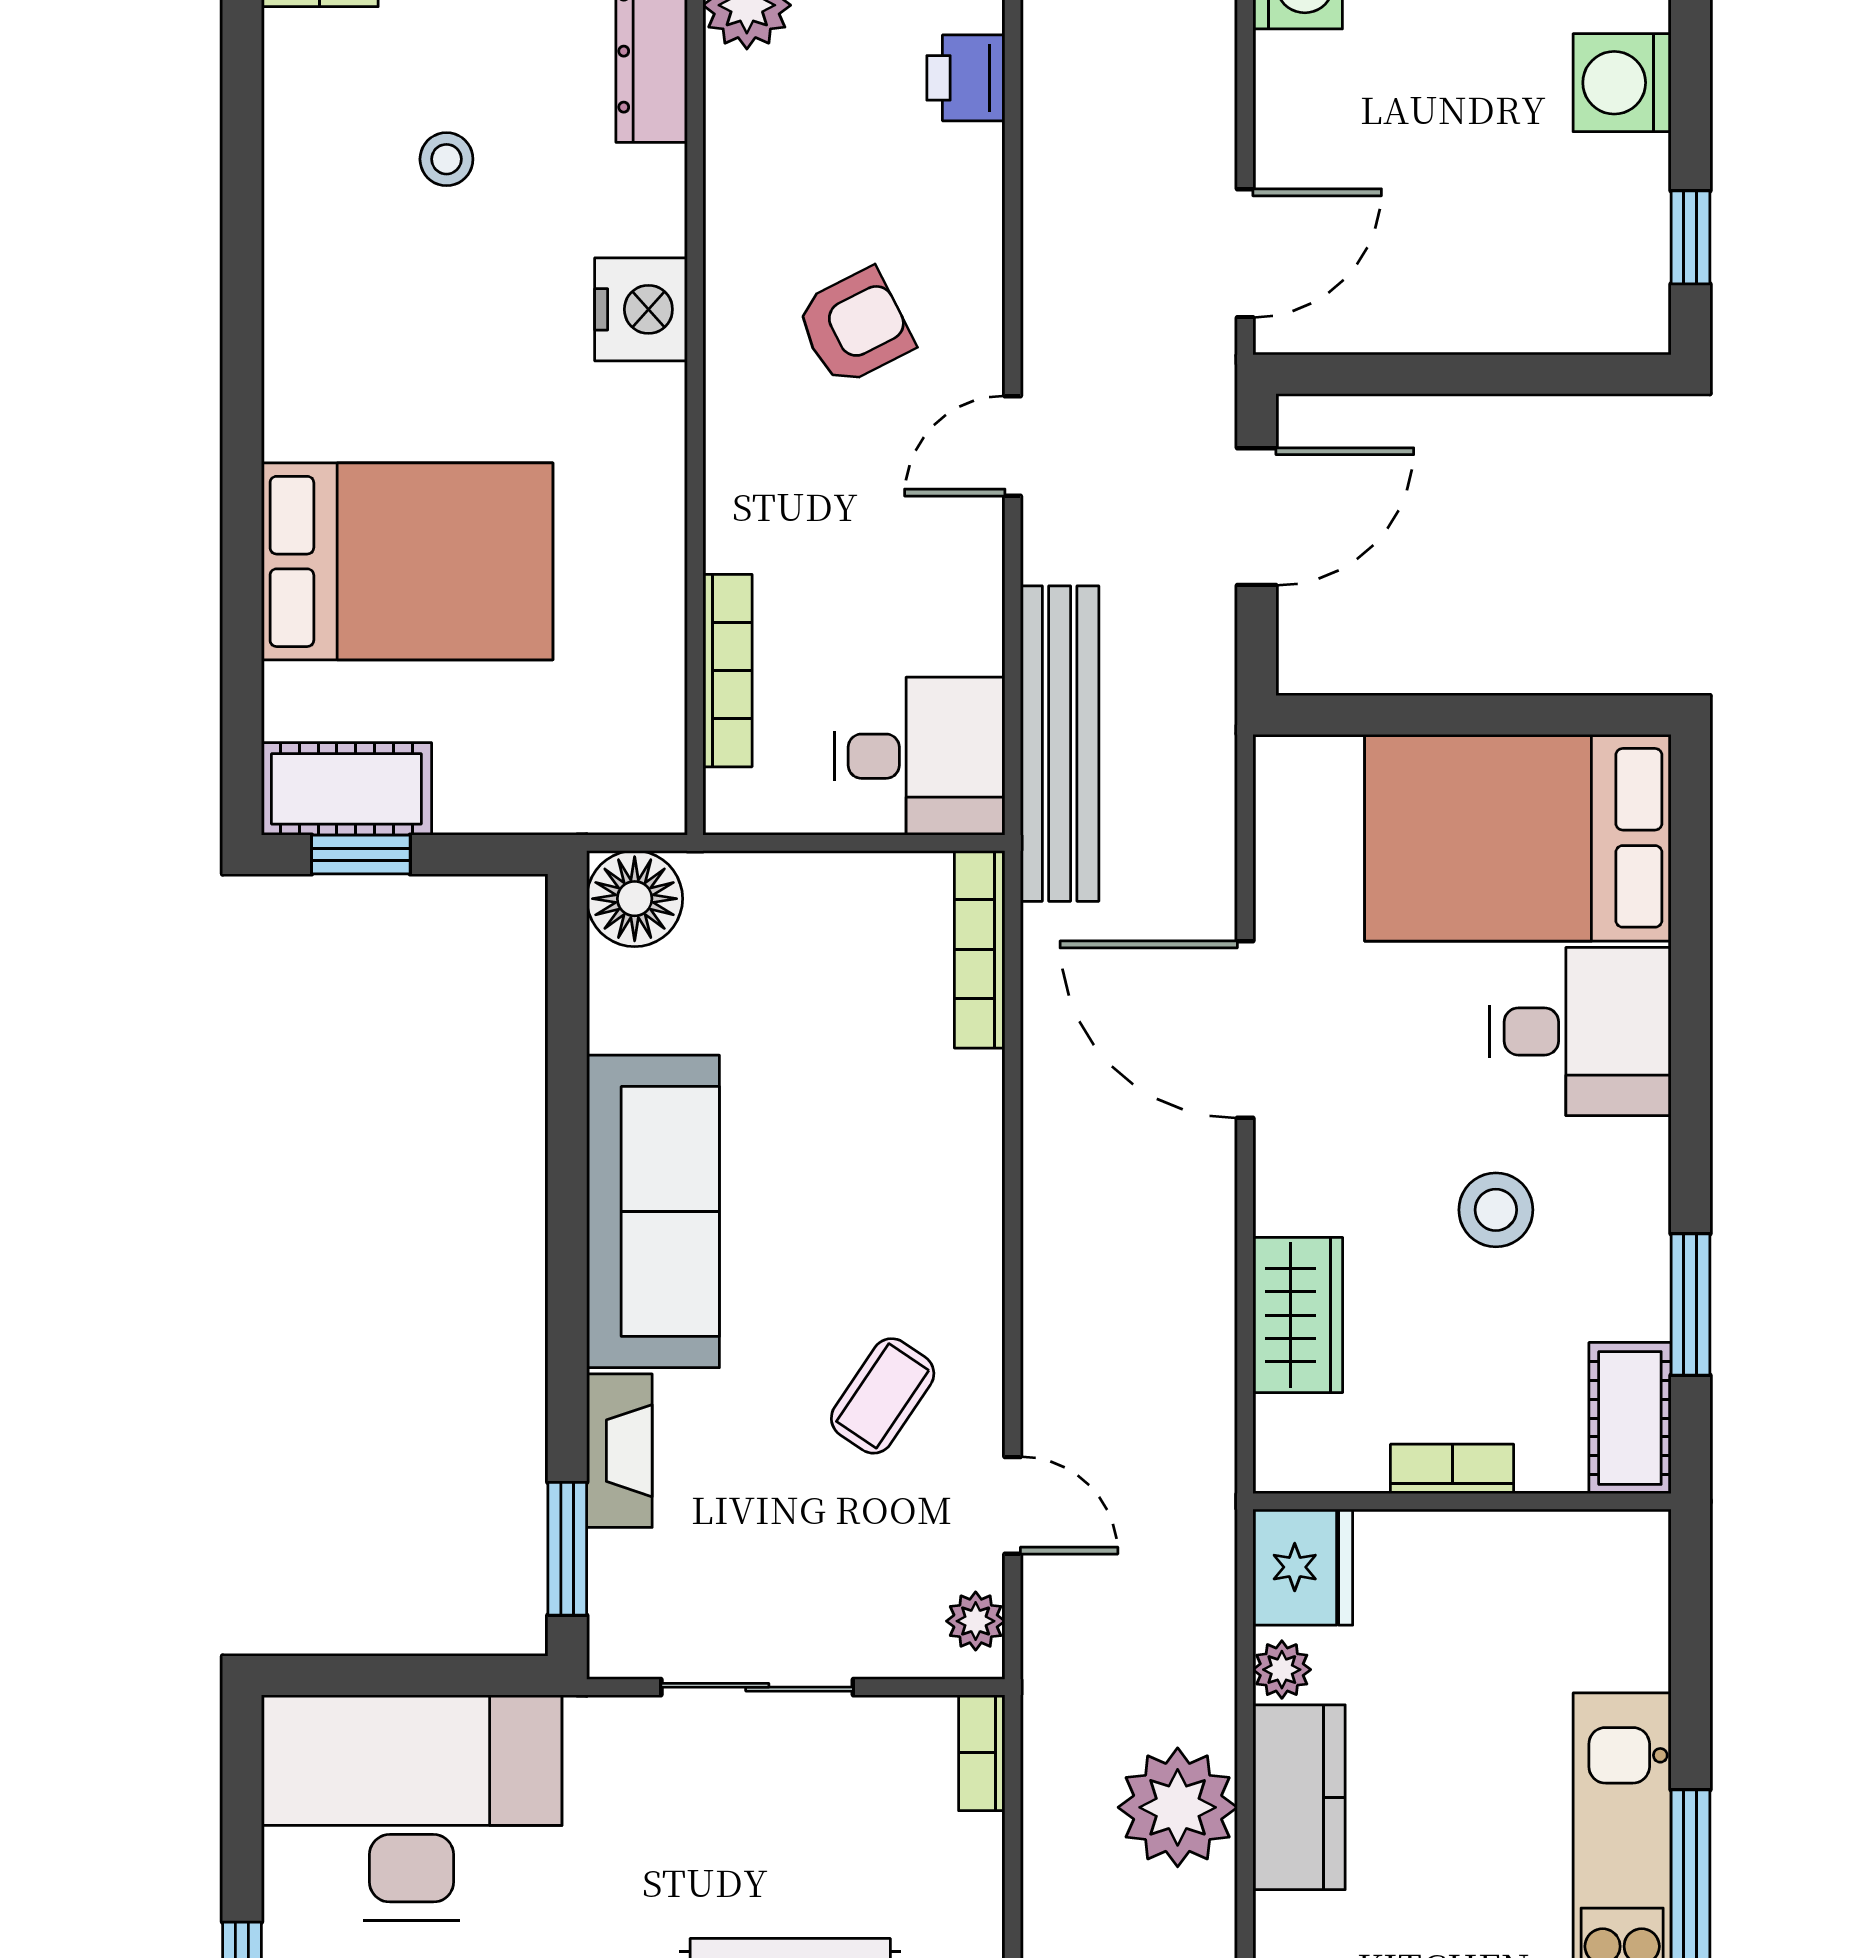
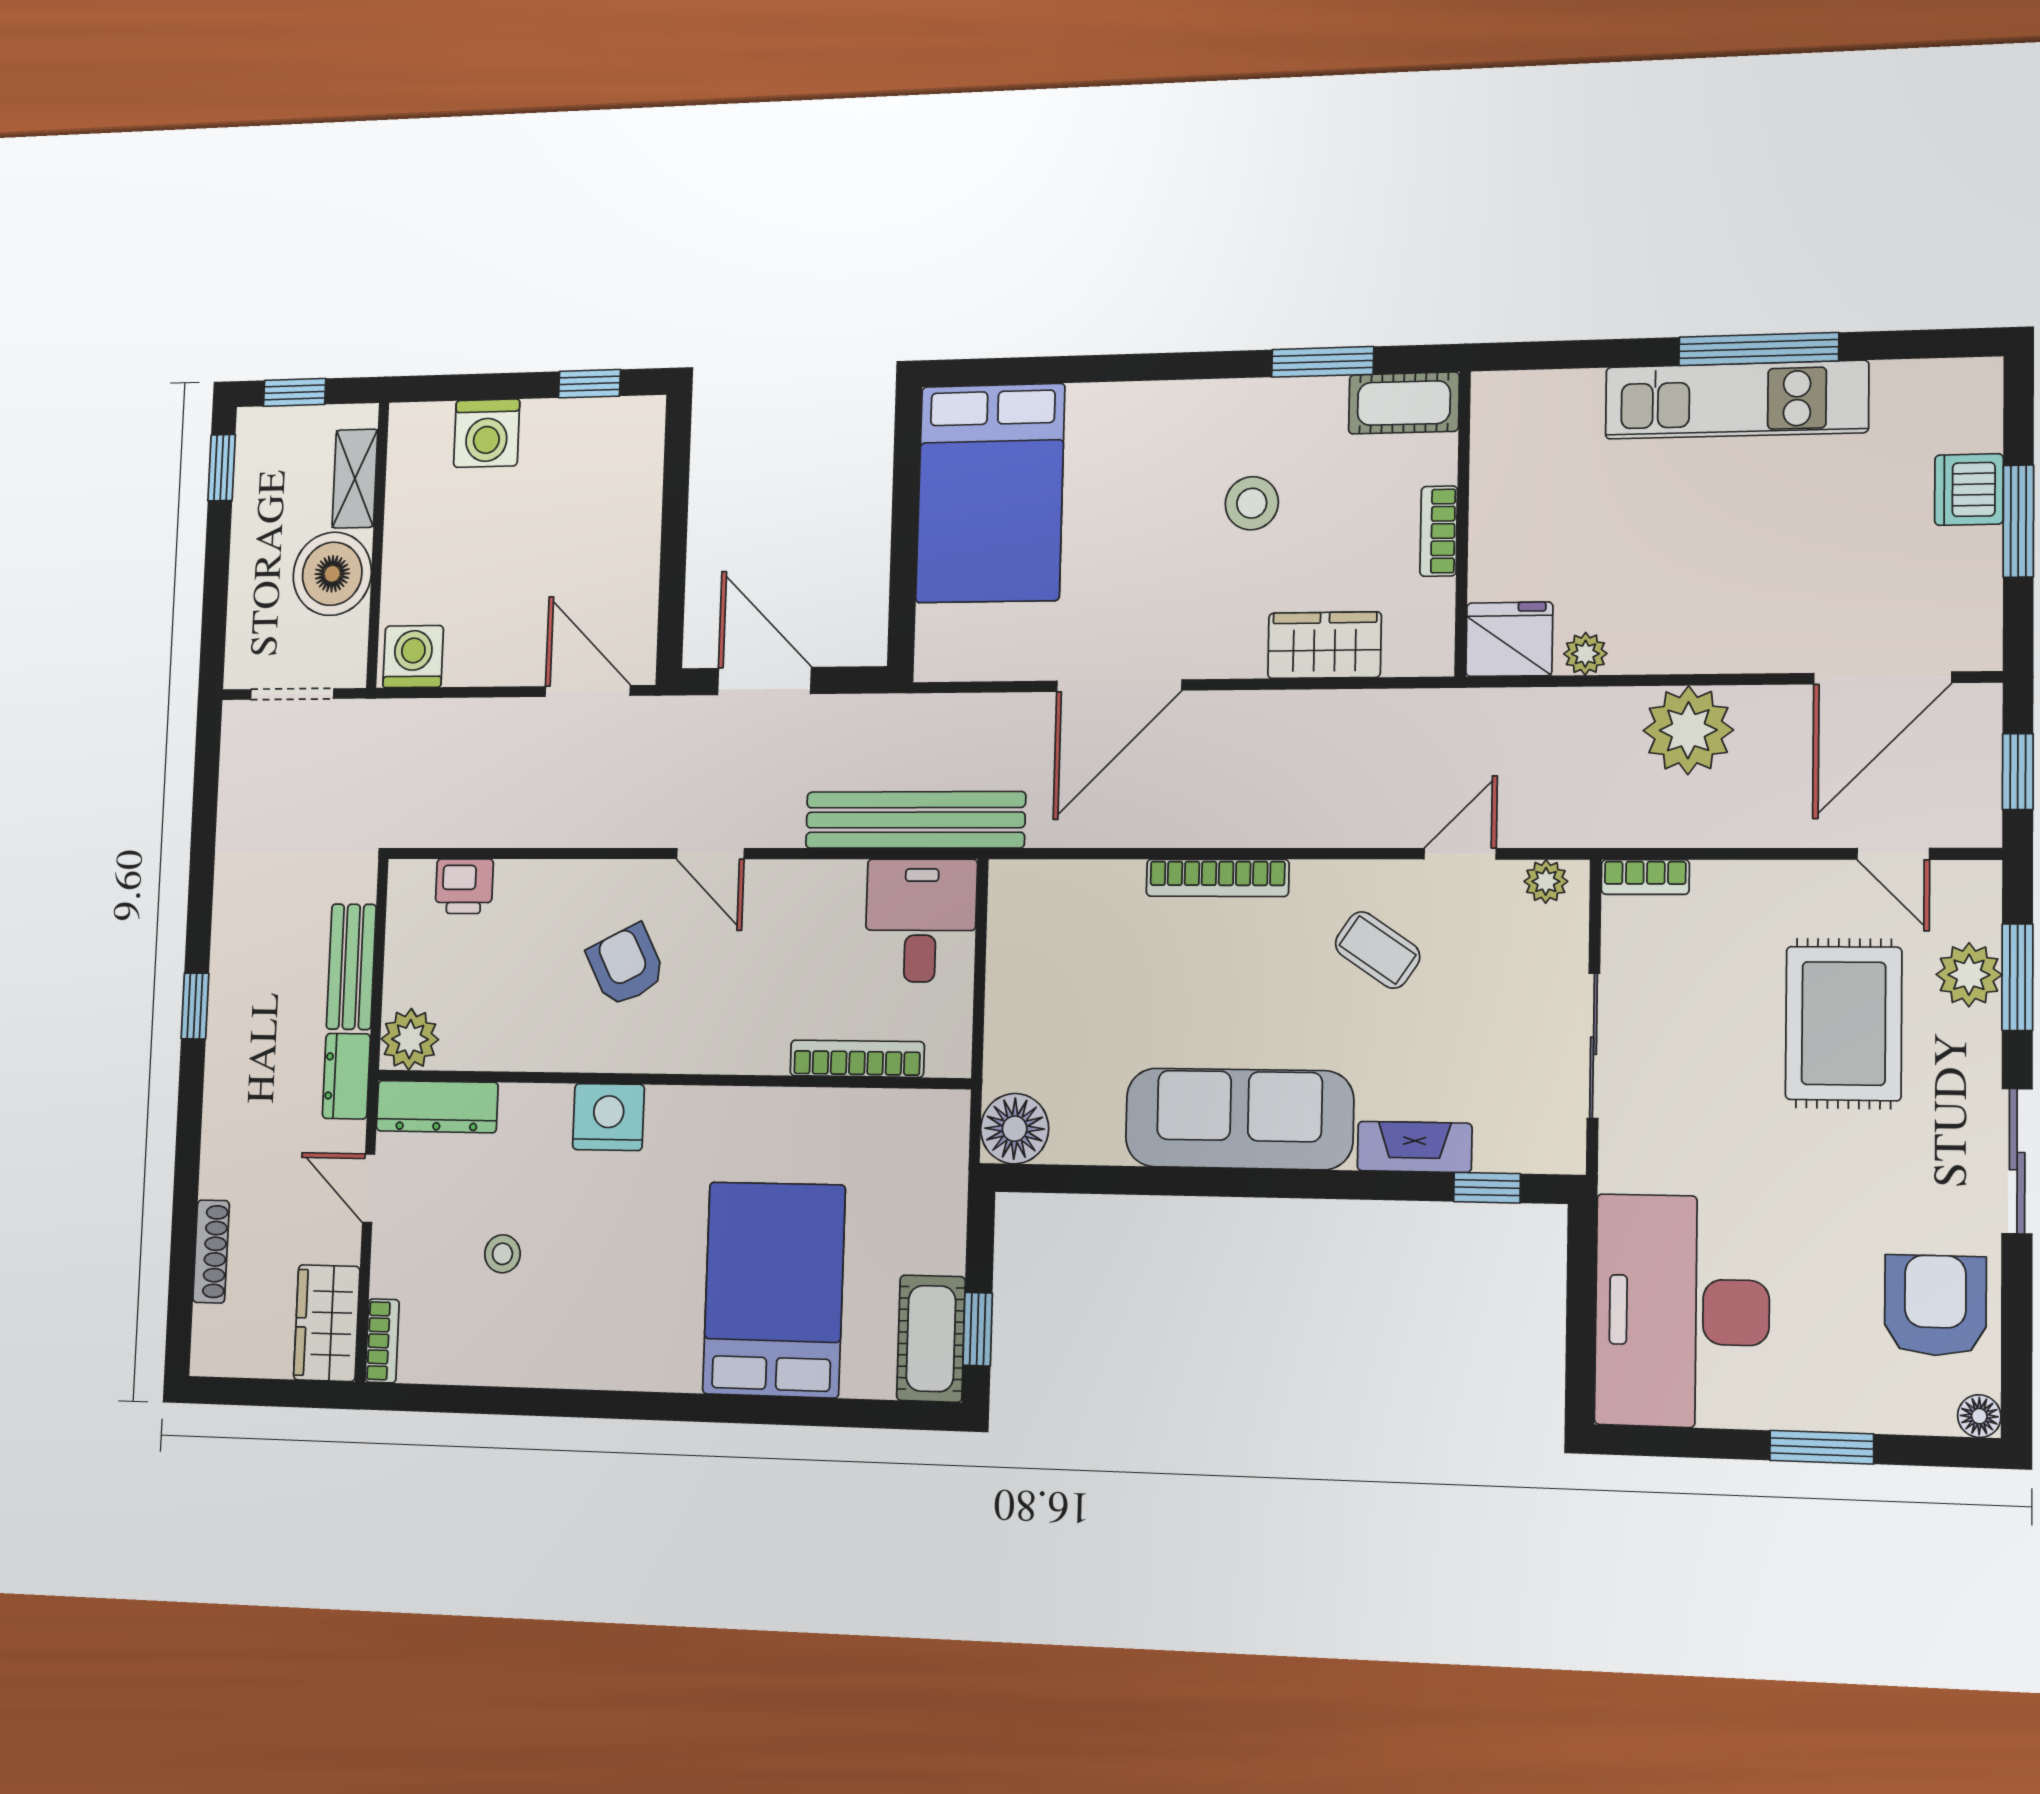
bookcase: (980, 949) -> (1217, 878), moved
desk: (1580, 1031) -> (1127, 446), removed
window: (567, 1549) -> (1487, 1188), width x0.67
kitchen counter: (1299, 1797) -> (1682, 640), removed

